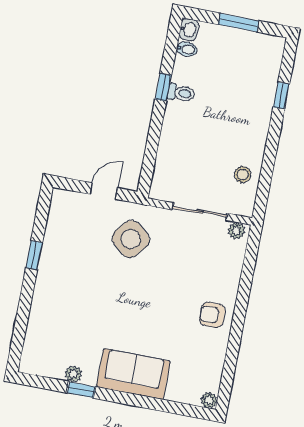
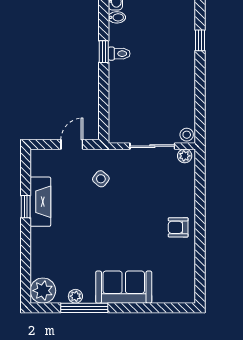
stool: (243, 175) -> (187, 135), moved
side table: (131, 239) -> (101, 179), width x0.54, depth x0.54
fireplace: (53, 253) -> (40, 202), added
window: (81, 390) -> (84, 308), width x2.17
plant: (209, 400) -> (43, 291), moved, width x1.88, depth x1.88

